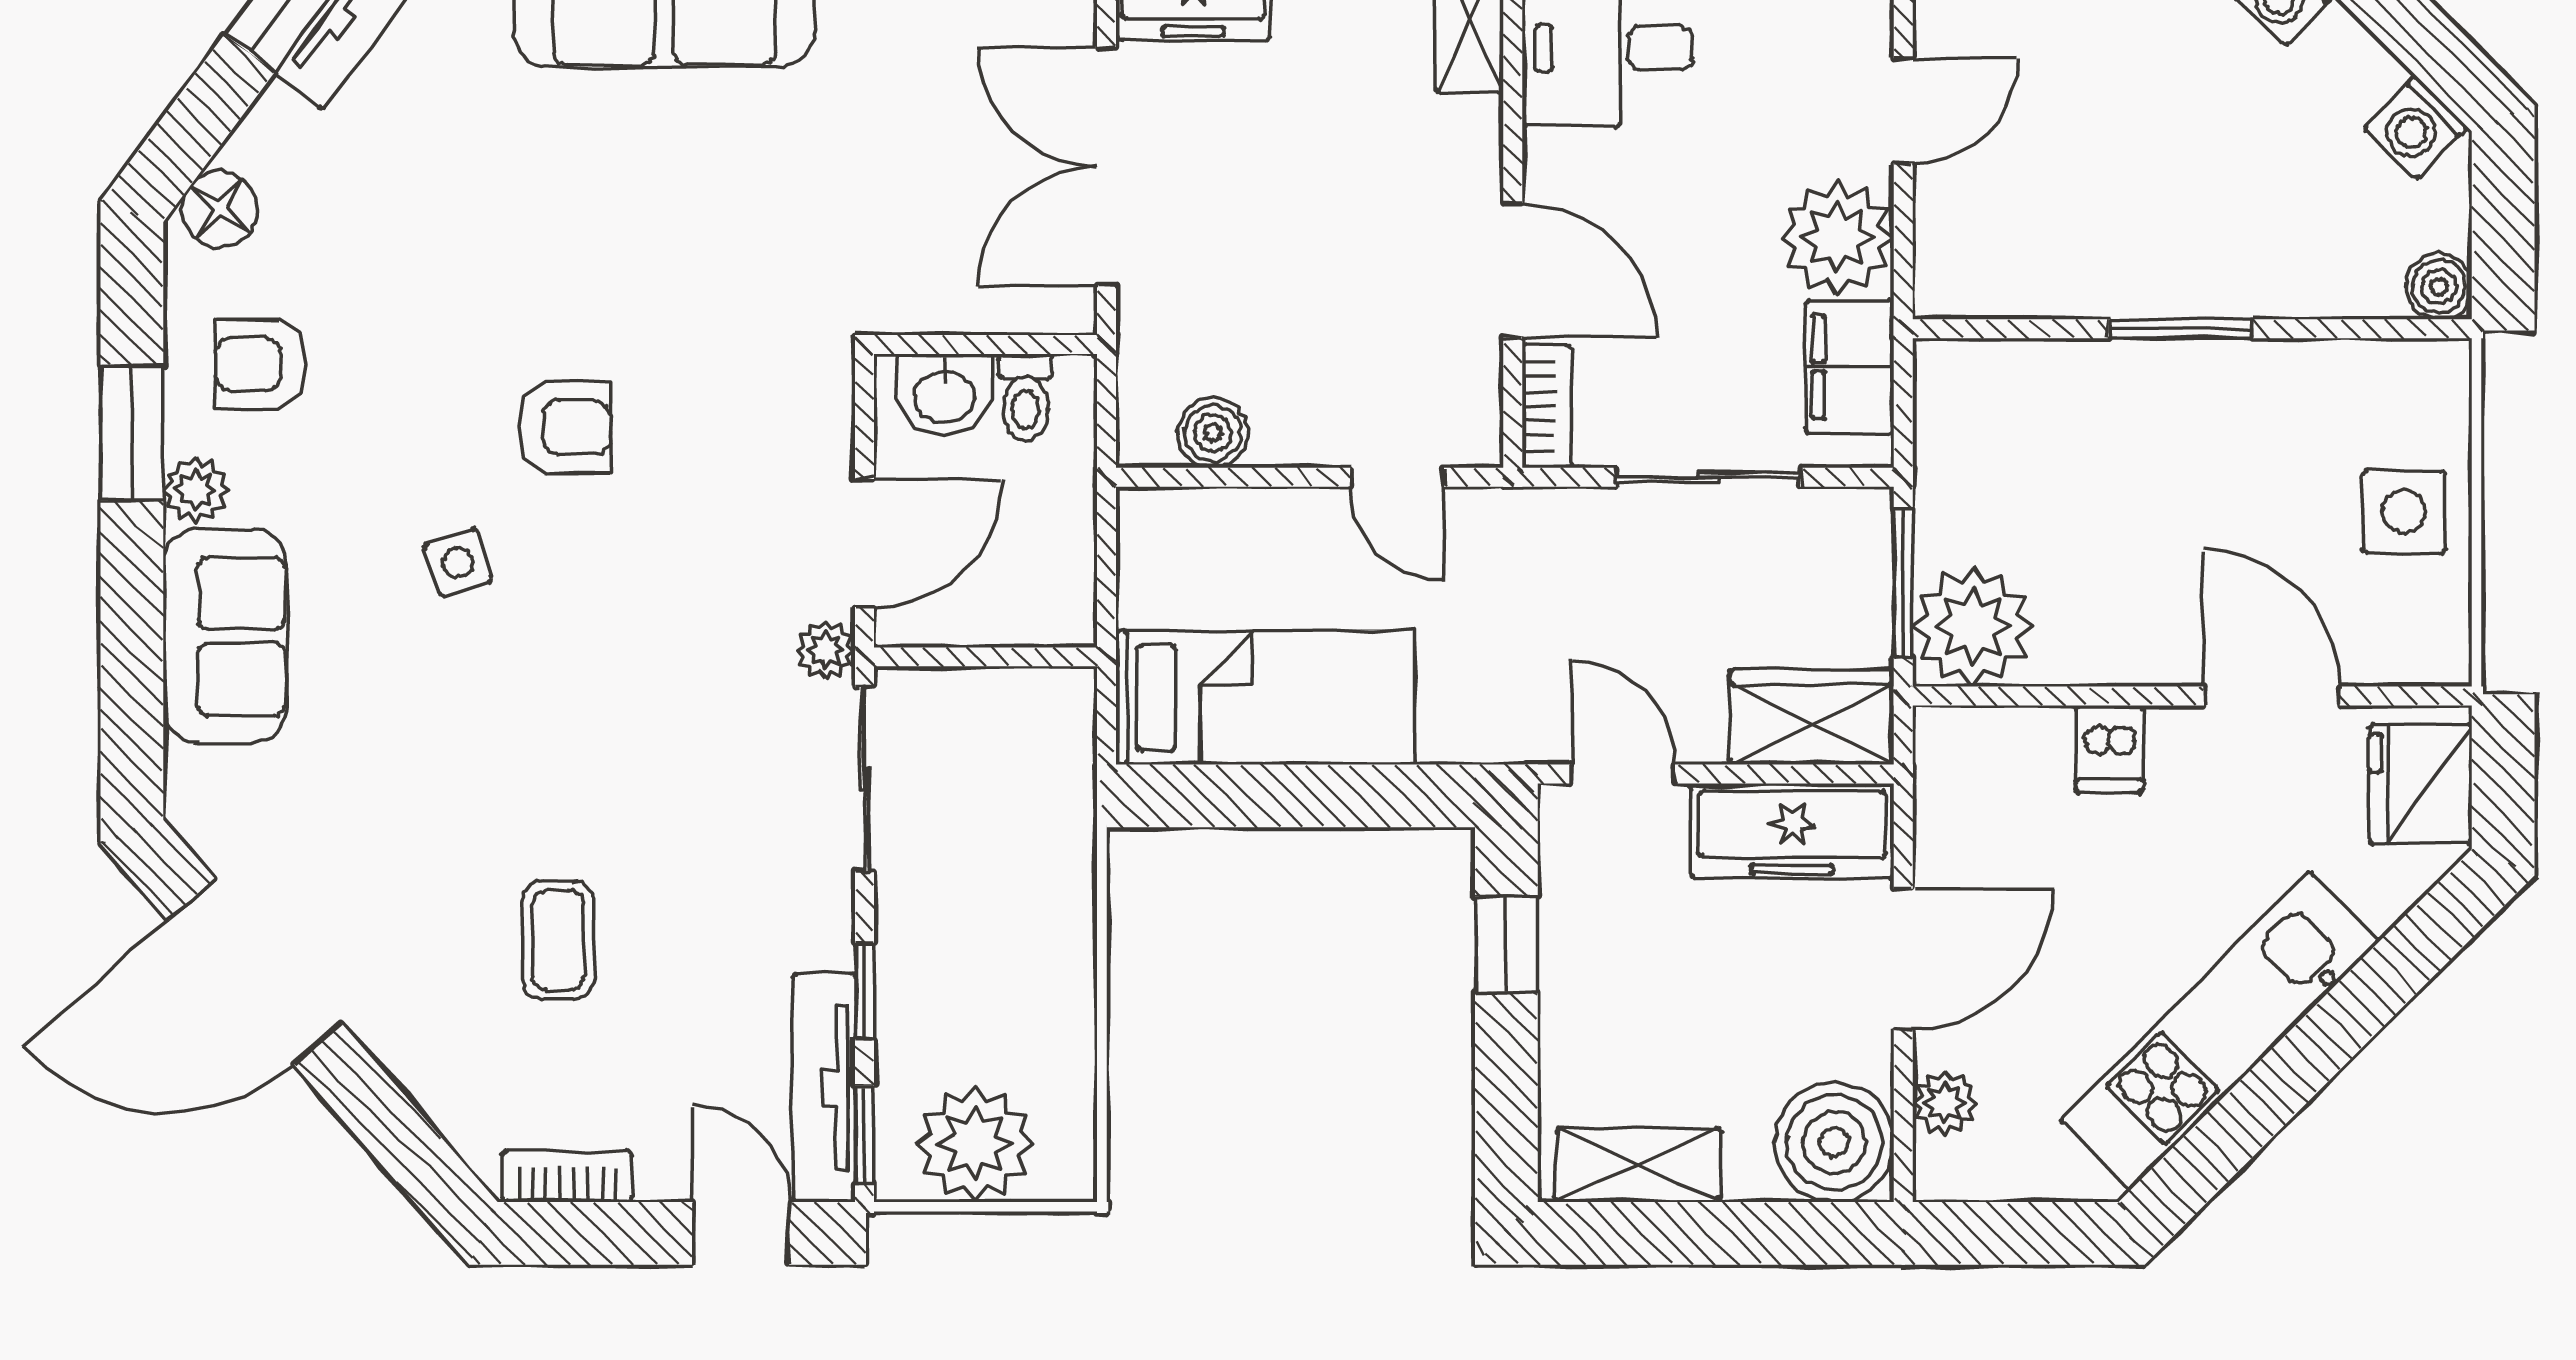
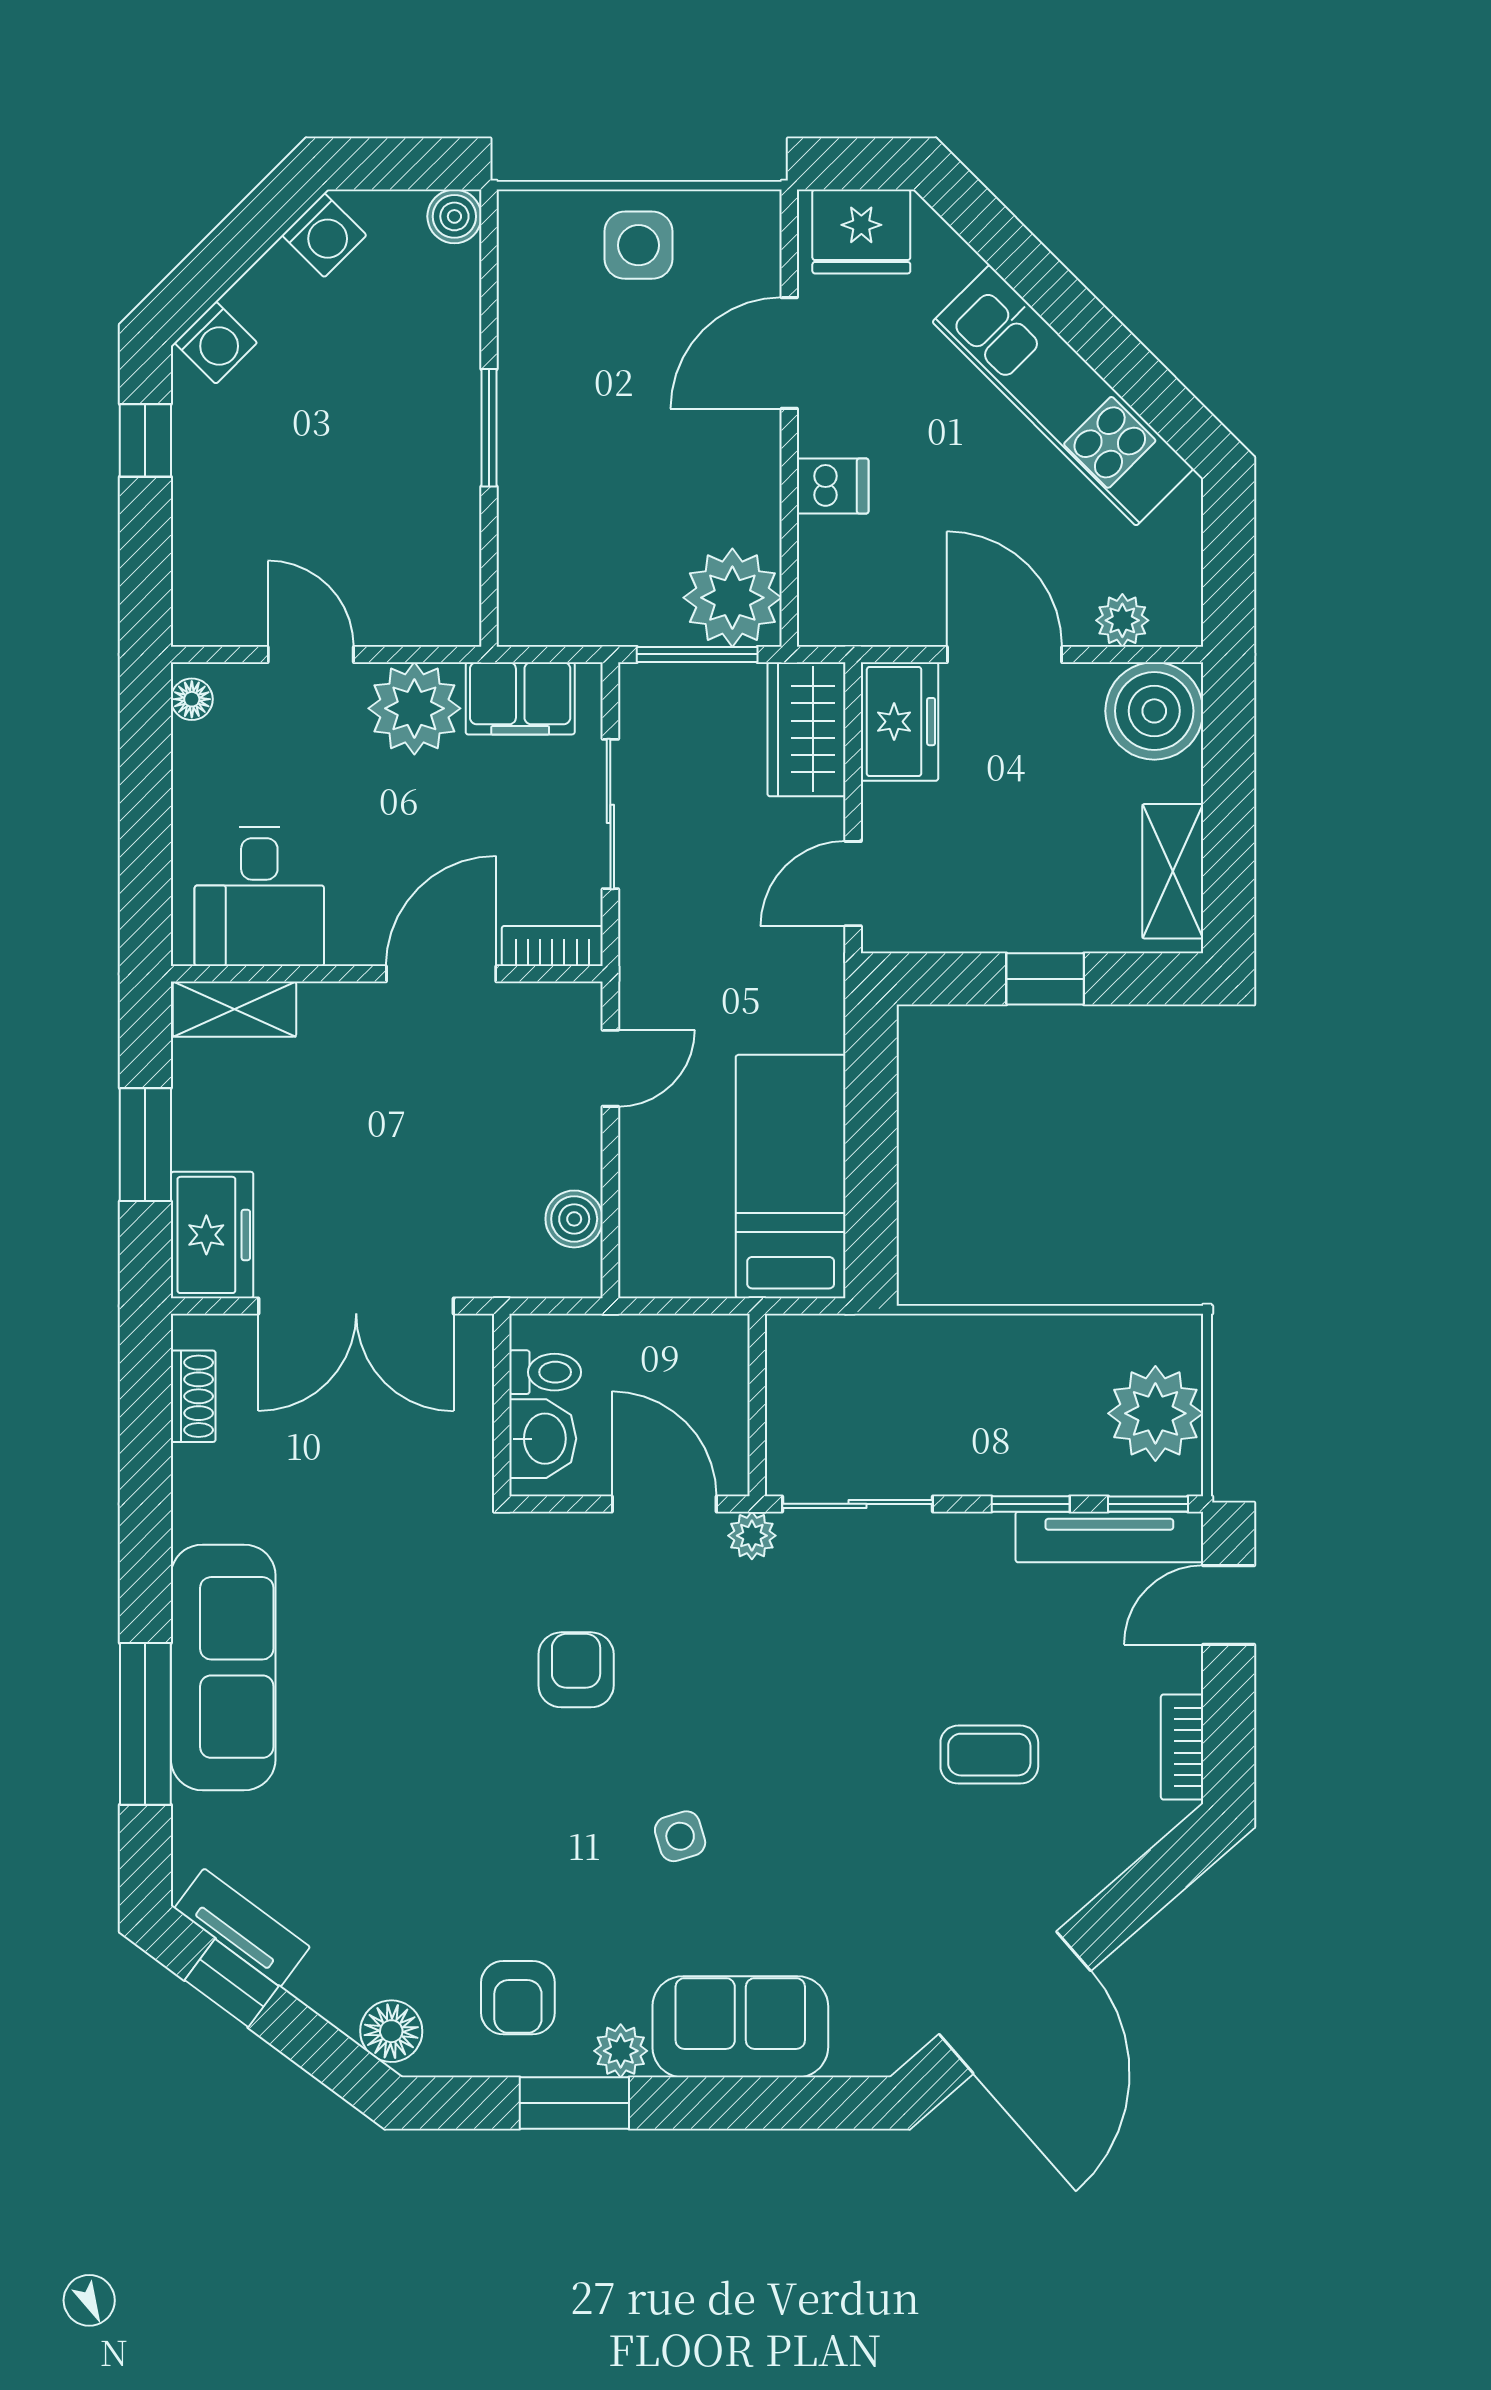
armchair: (564, 427) -> (576, 1670), moved
freezer: (1792, 831) -> (899, 722), width x0.71
window: (1506, 944) -> (1045, 979), moved

